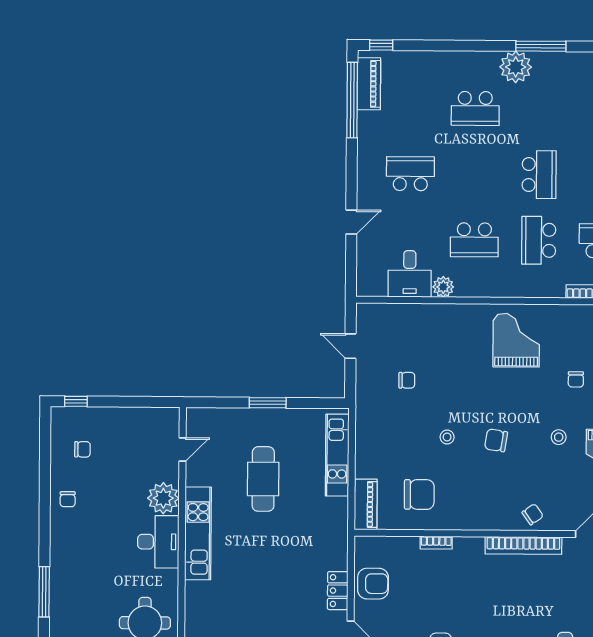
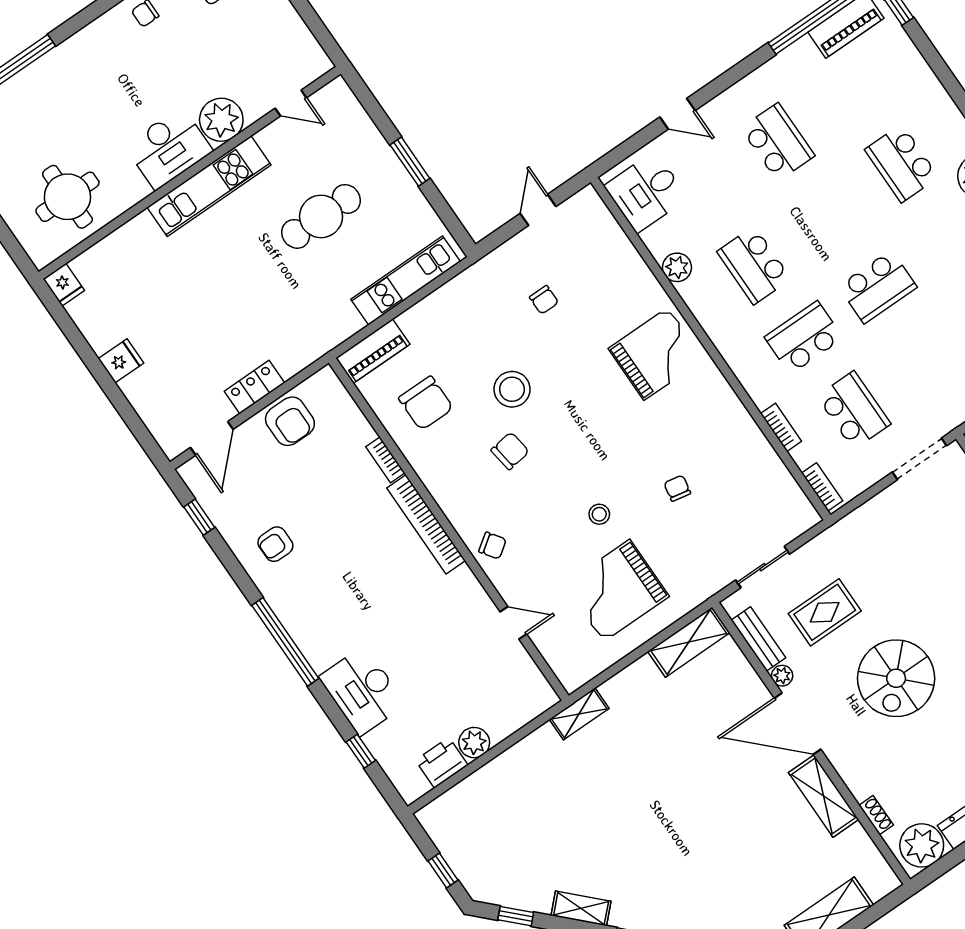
desk: (410, 274) -> (646, 192), moved
grand piano: (516, 340) -> (656, 354), moved
chair: (576, 379) -> (677, 488), turned 101
stool: (447, 437) -> (512, 389), width x1.89, depth x1.89
chair: (496, 440) -> (510, 451), moved, turned 73
bookcase: (523, 546) -> (426, 524), moved

